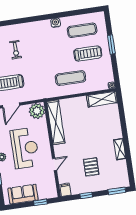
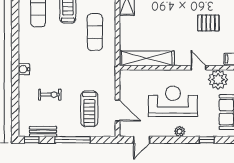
water cooler: (56, 23) -> (24, 69), moved
plant: (37, 111) -> (218, 80), moved

